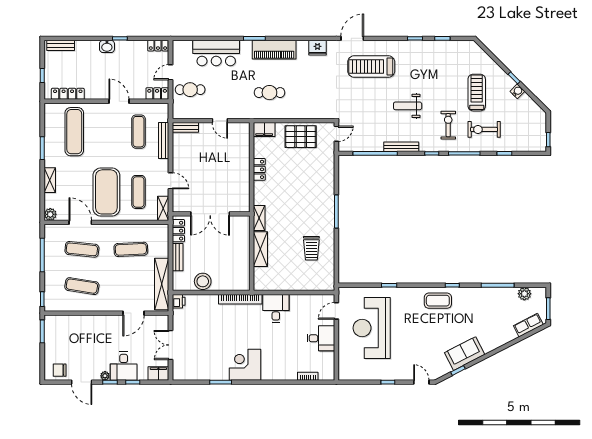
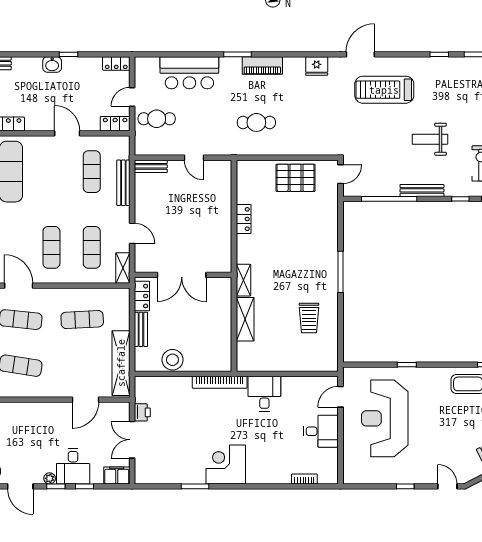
piano: (274, 50) -> (262, 66), width x0.73, depth x0.75
filing cabinet: (264, 130) -> (250, 169), removed
exercise mat: (106, 192) -> (51, 247), width x0.50, depth x0.69
printer: (179, 301) -> (142, 412), moved

